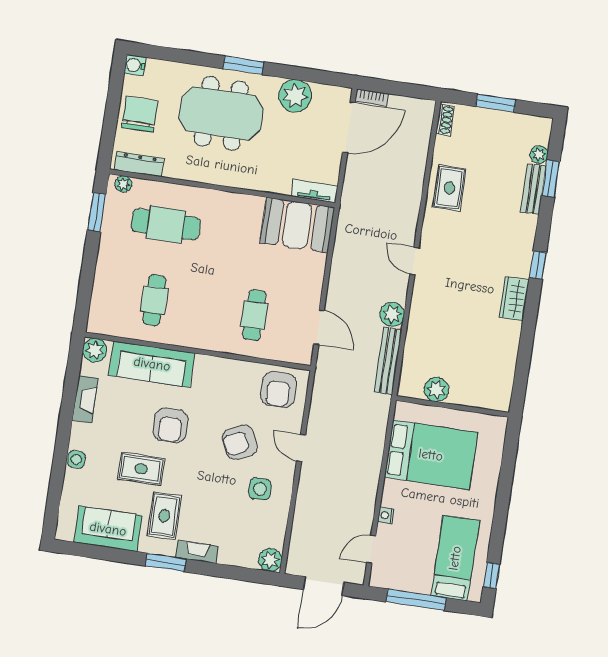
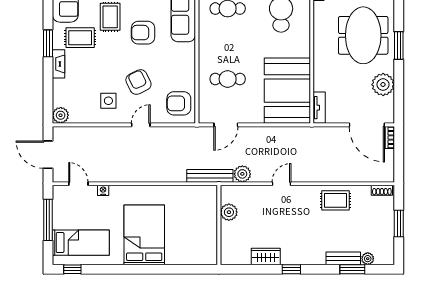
booth: (297, 225) -> (287, 91), width x1.36, depth x1.42
plant: (436, 390) -> (229, 212), moved
wall: (452, 406) -> (219, 225), moved
bed: (431, 455) -> (144, 235), moved, turned 180

